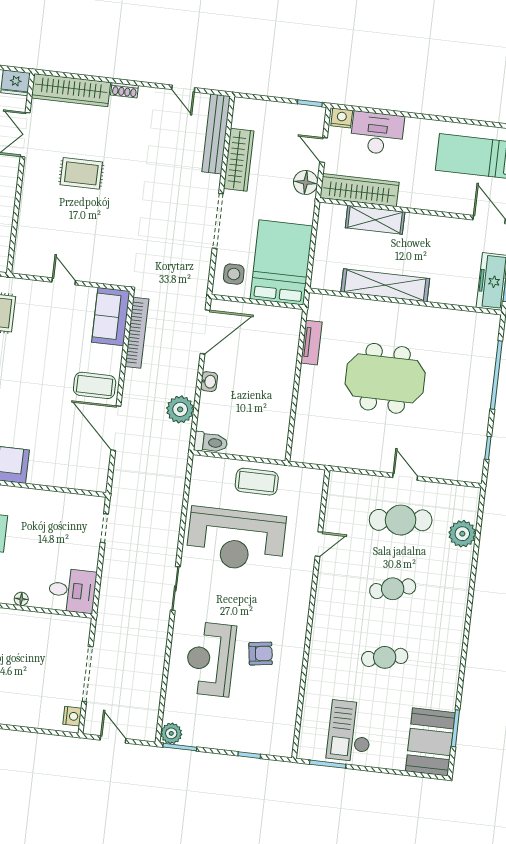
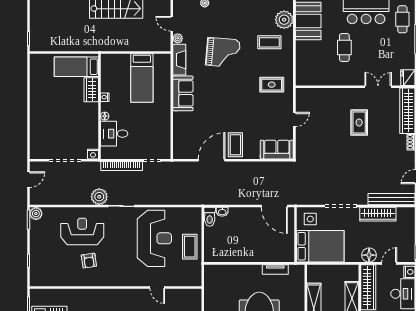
bookcase: (137, 333) -> (122, 166), moved
washbasin: (209, 382) -> (222, 212), moved
plant: (180, 409) -> (99, 197), moved
reception desk: (236, 539) -> (154, 238), turned 180
desk: (72, 591) -> (114, 134), moved, turned 90
nightstand: (72, 716) -> (93, 154), moved

